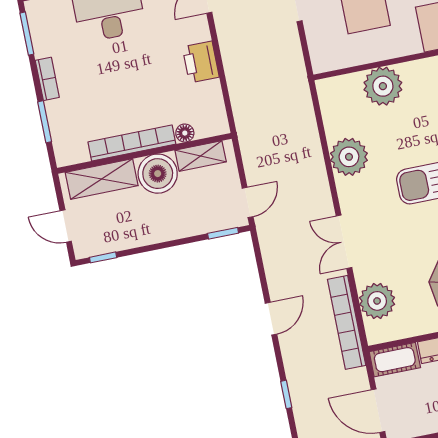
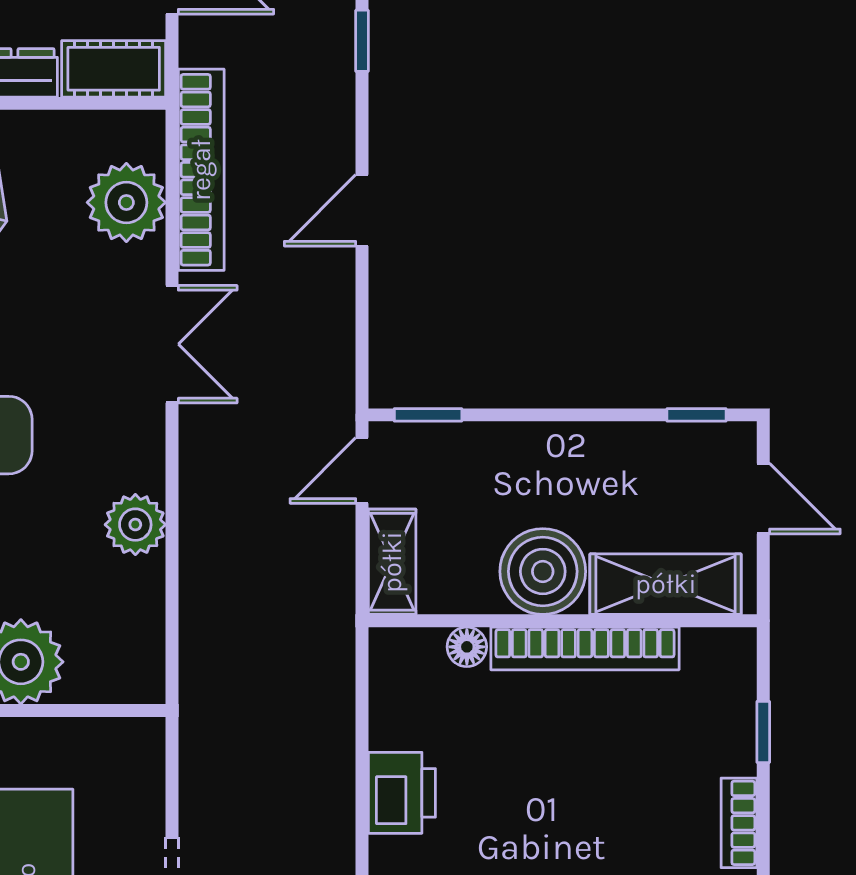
window: (45, 122) -> (763, 732), width x0.67
shelving: (201, 156) -> (392, 562), moved, turned 90
plant: (349, 157) -> (135, 525), width x0.73, depth x0.73

